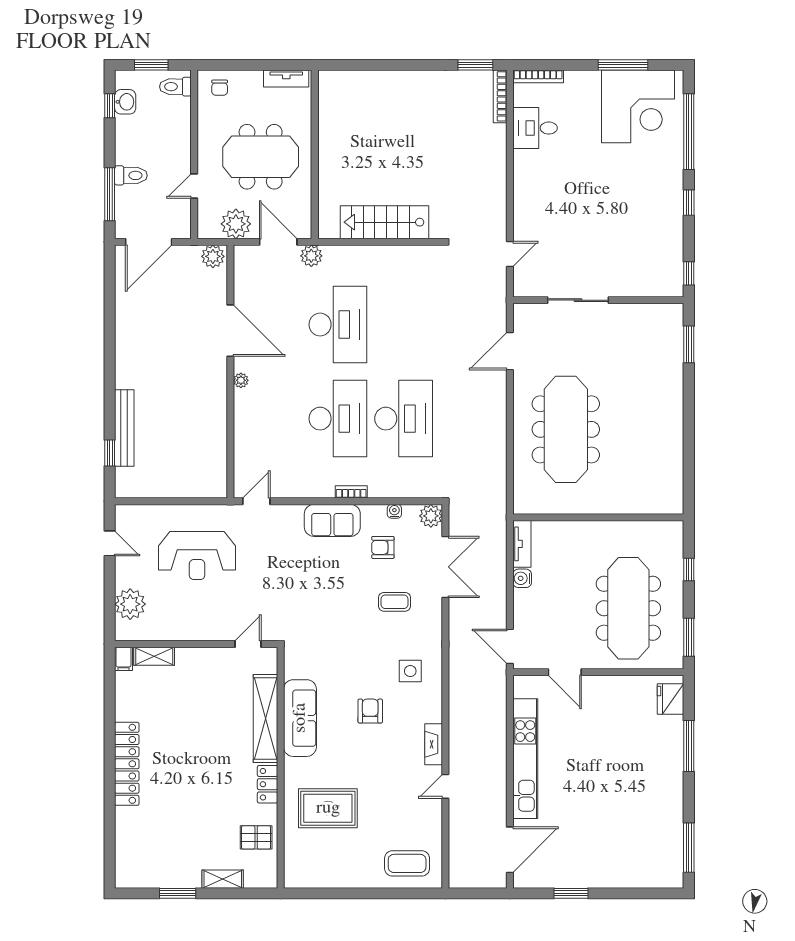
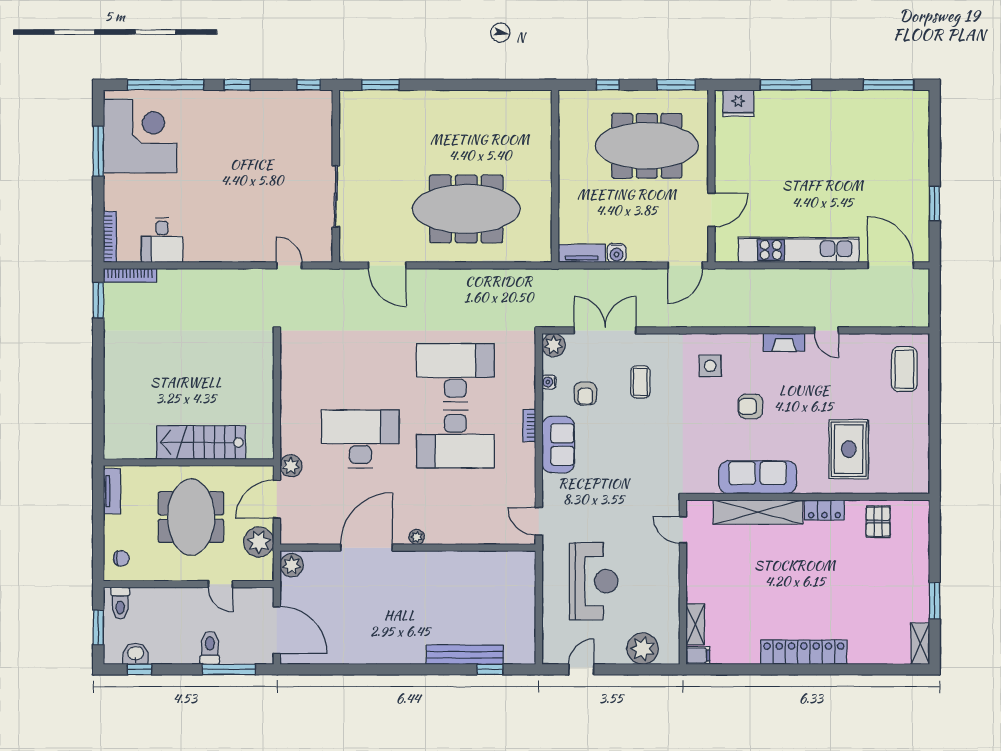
stairs: (384, 222) -> (201, 442), moved, turned 90
desk: (338, 419) -> (455, 439), turned 180
shelving: (223, 879) -> (920, 644), moved

